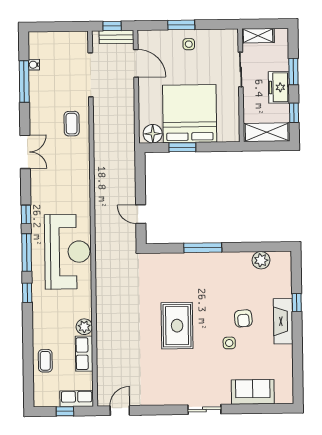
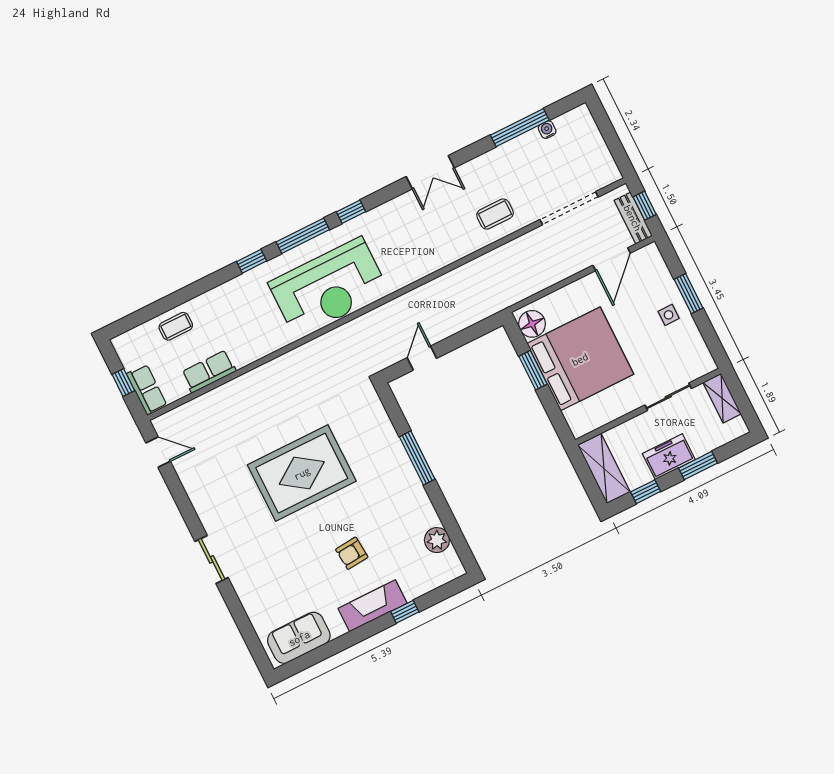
rug: (177, 326) -> (302, 473), width x1.37, depth x1.44
plant: (84, 327) -> (243, 355), removed
side table: (229, 343) -> (312, 550), removed
sofa: (253, 392) -> (299, 638), moved, turned -90

